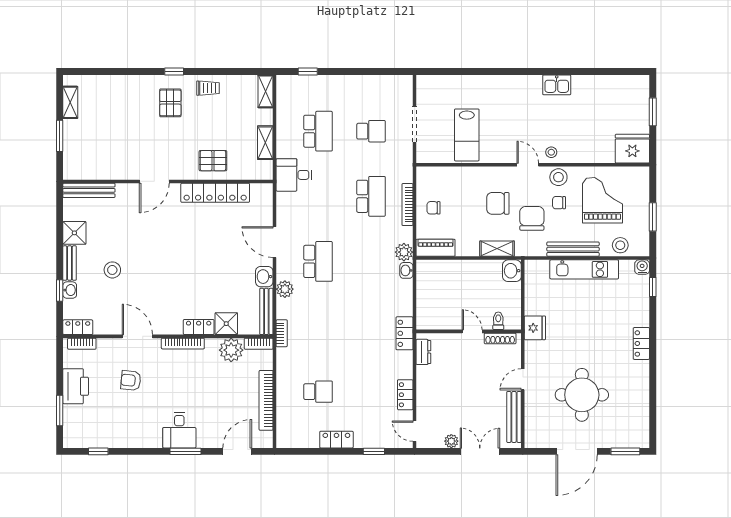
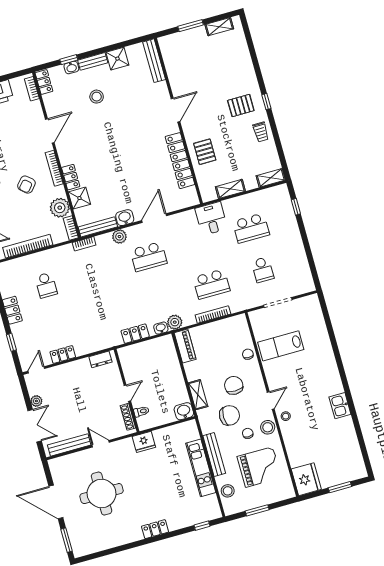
door: (154, 181) -> (175, 110), swing flipped
chair: (434, 208) -> (248, 354), moved
water cooler: (642, 267) -> (215, 513), removed
locker: (404, 333) -> (135, 334), moved
armchair: (131, 380) -> (26, 185), moved, turned -145

